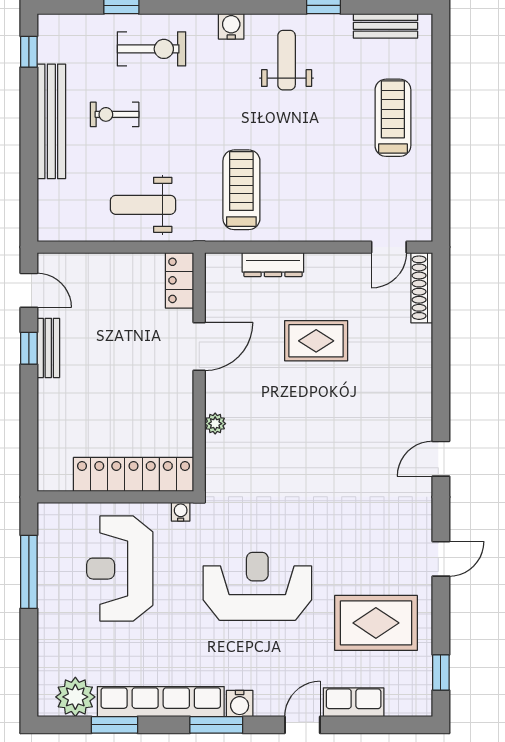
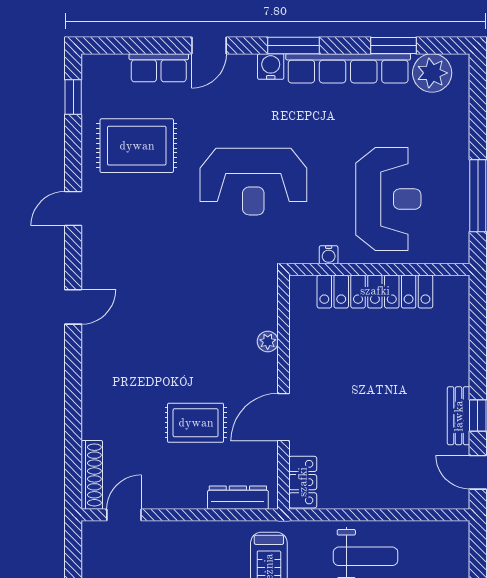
locker: (180, 280) -> (303, 482), moved
door: (199, 347) -> (284, 417), moved
wall: (199, 372) -> (284, 392), moved
plant: (215, 424) -> (268, 342), moved

